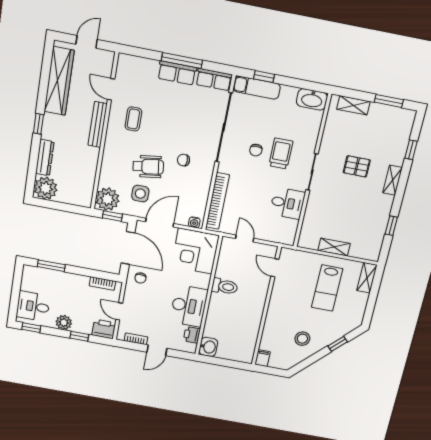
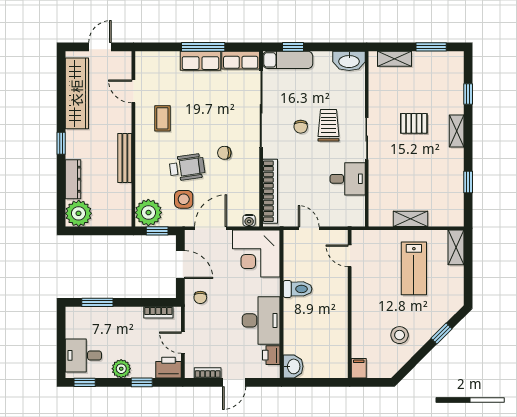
bench: (98, 125) -> (125, 158), moved
door: (128, 248) -> (180, 265), width x0.73

